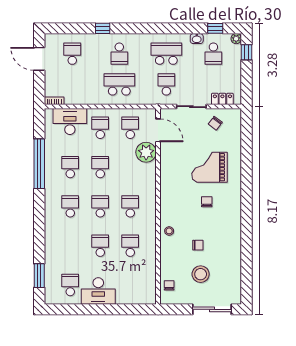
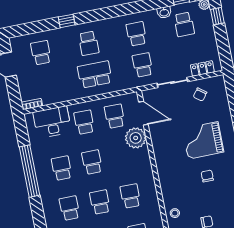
school desk: (166, 54) -> (136, 34), width x0.54

